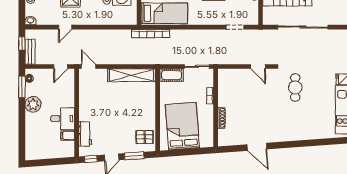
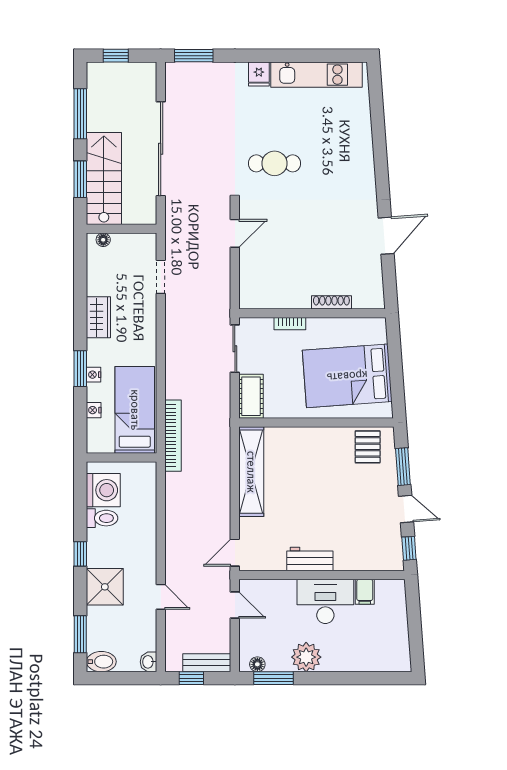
desk: (63, 119) -> (325, 601), width x1.37
workbench: (85, 134) -> (310, 559), moved

